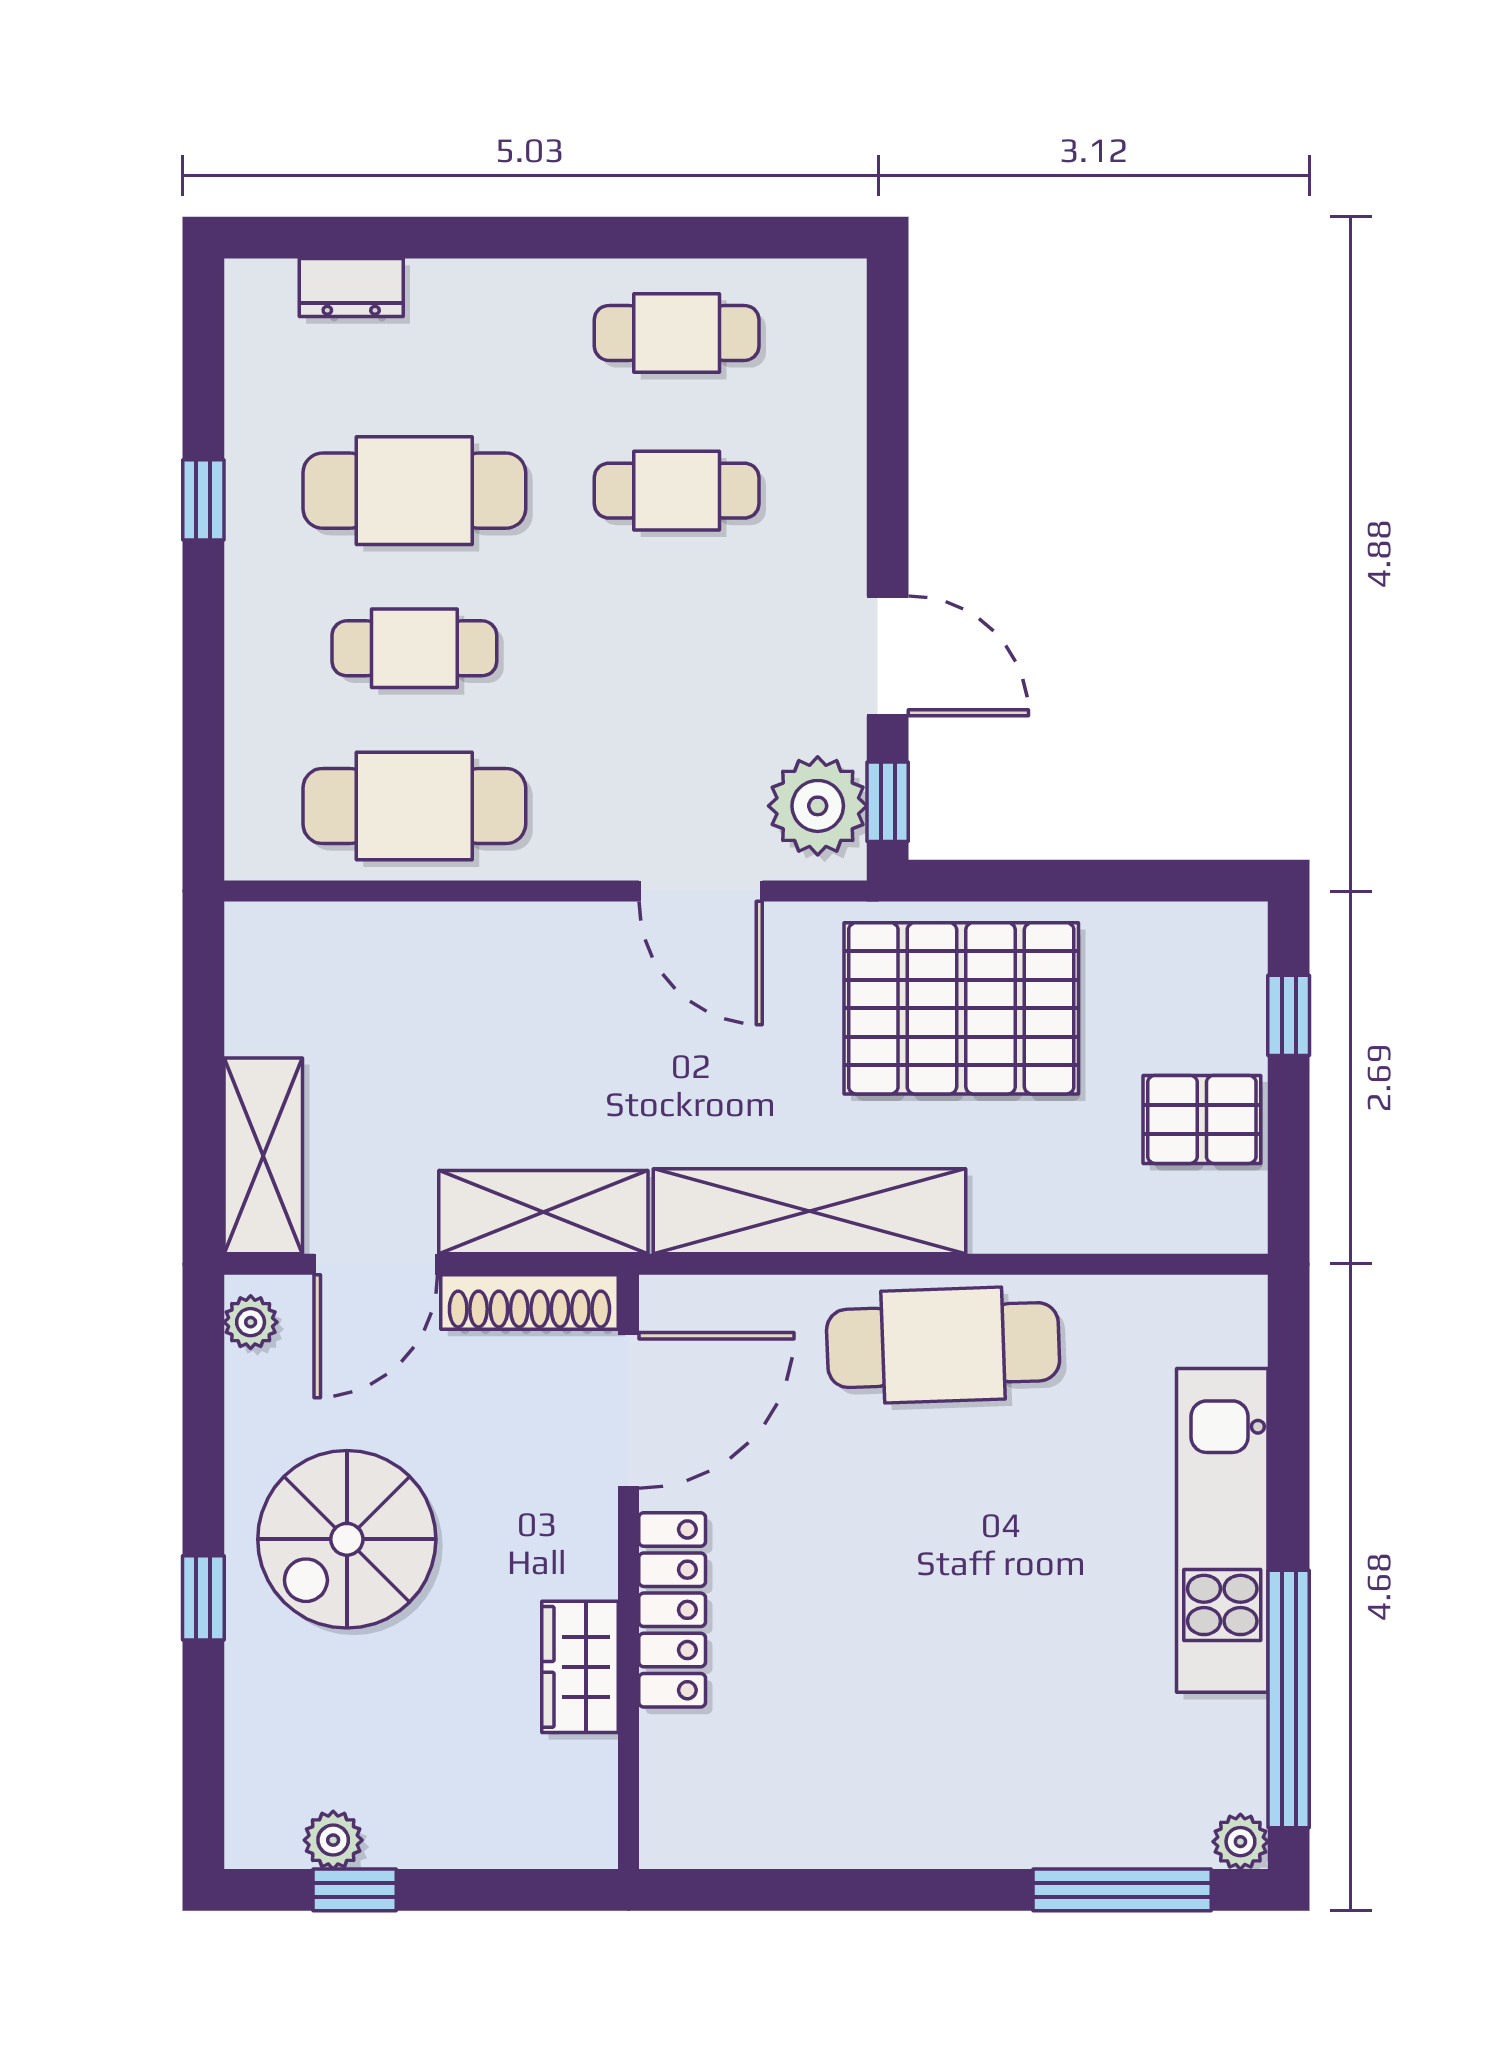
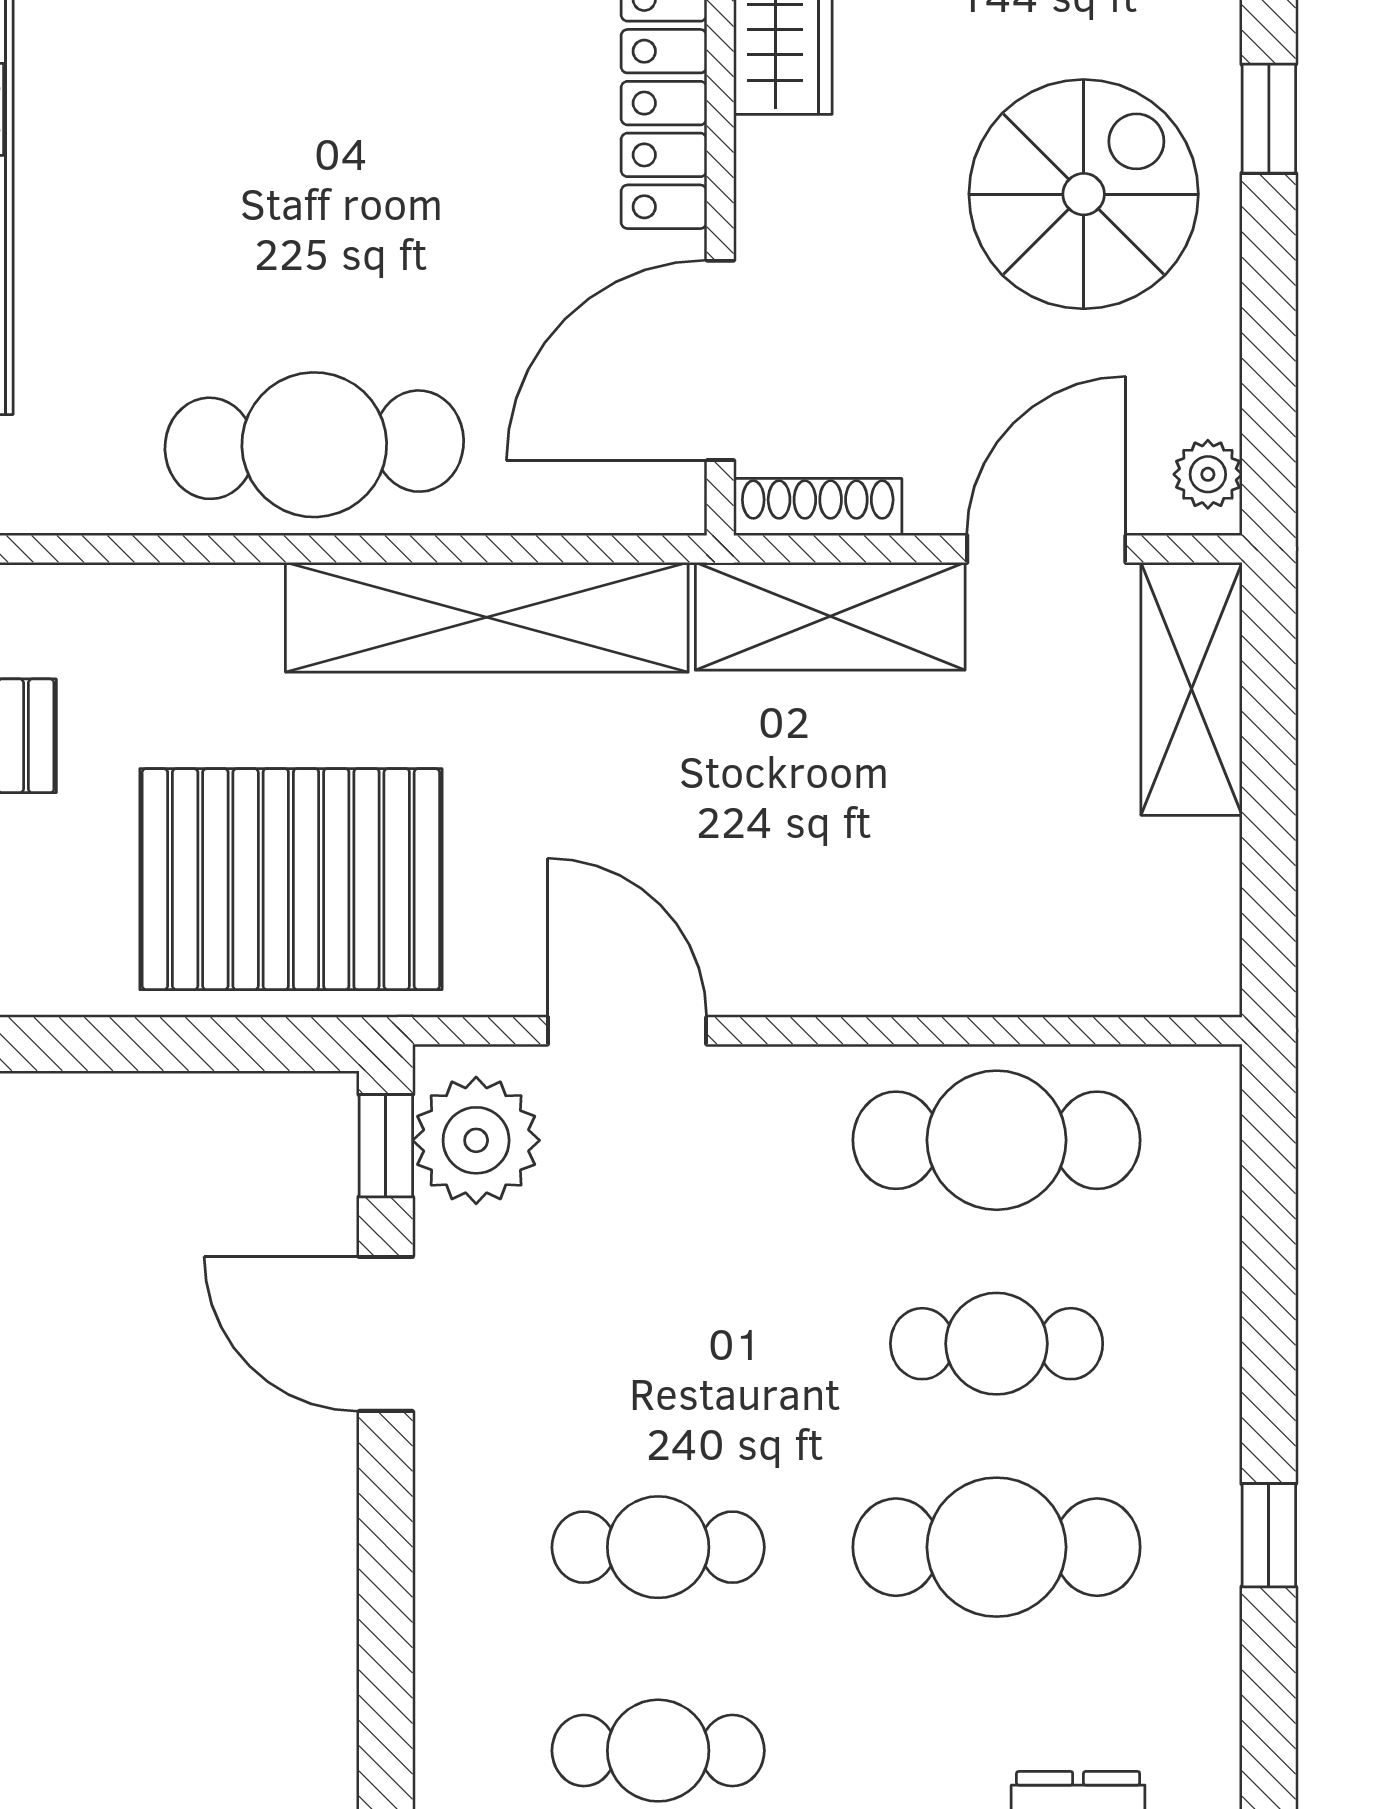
shoe rack: (529, 1302) -> (818, 507), width x0.74, depth x0.81

